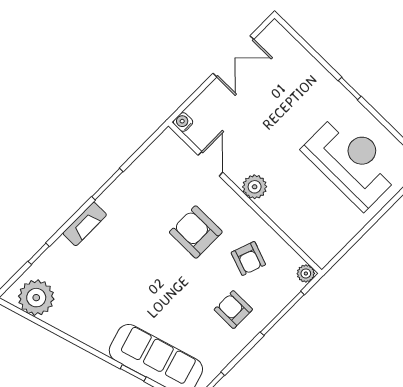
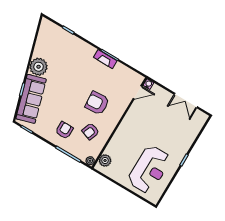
door: (210, 164) -> (138, 92), moved
plant: (255, 187) -> (105, 160), moved
fireplace: (85, 224) -> (105, 59), moved
armchair: (196, 232) -> (97, 103), turned -94
plant: (36, 298) -> (39, 67), moved

